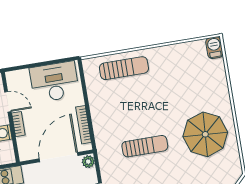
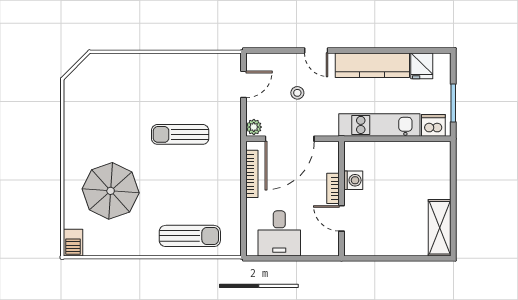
sun lounger: (124, 68) -> (190, 236), turned 180
desk: (54, 82) -> (279, 233), width x0.73
parasol: (205, 134) -> (111, 191), moved

